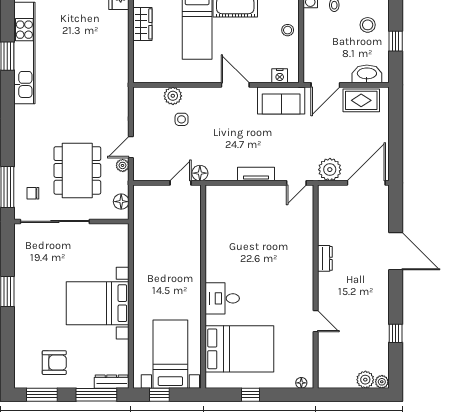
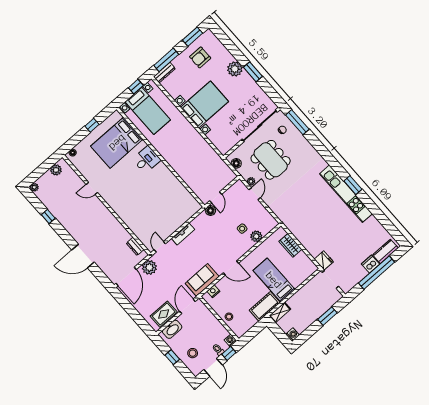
wardrobe: (142, 24) -> (290, 245), moved
dresser: (325, 258) -> (135, 246), moved
plant: (26, 313) -> (235, 69), added
plant: (365, 380) -> (56, 170), moved

